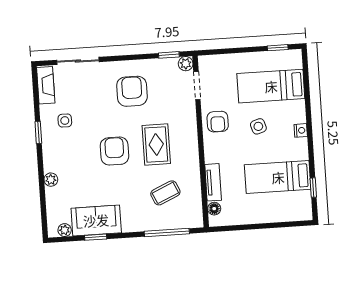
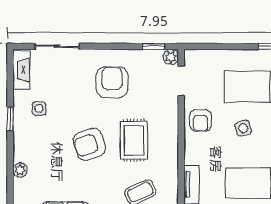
armchair: (114, 151) -> (89, 144), turned -108

